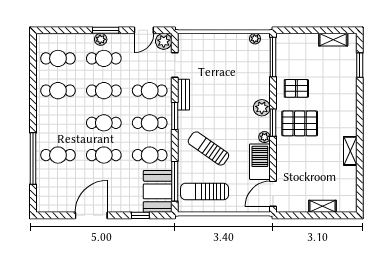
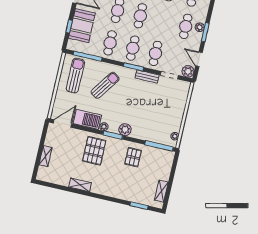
cafe table: (104, 91) -> (163, 21), removed
pallet: (300, 123) -> (94, 151), moved
booth: (158, 191) -> (82, 26), moved, turned 90
door: (273, 194) -> (63, 123), hinge flipped

